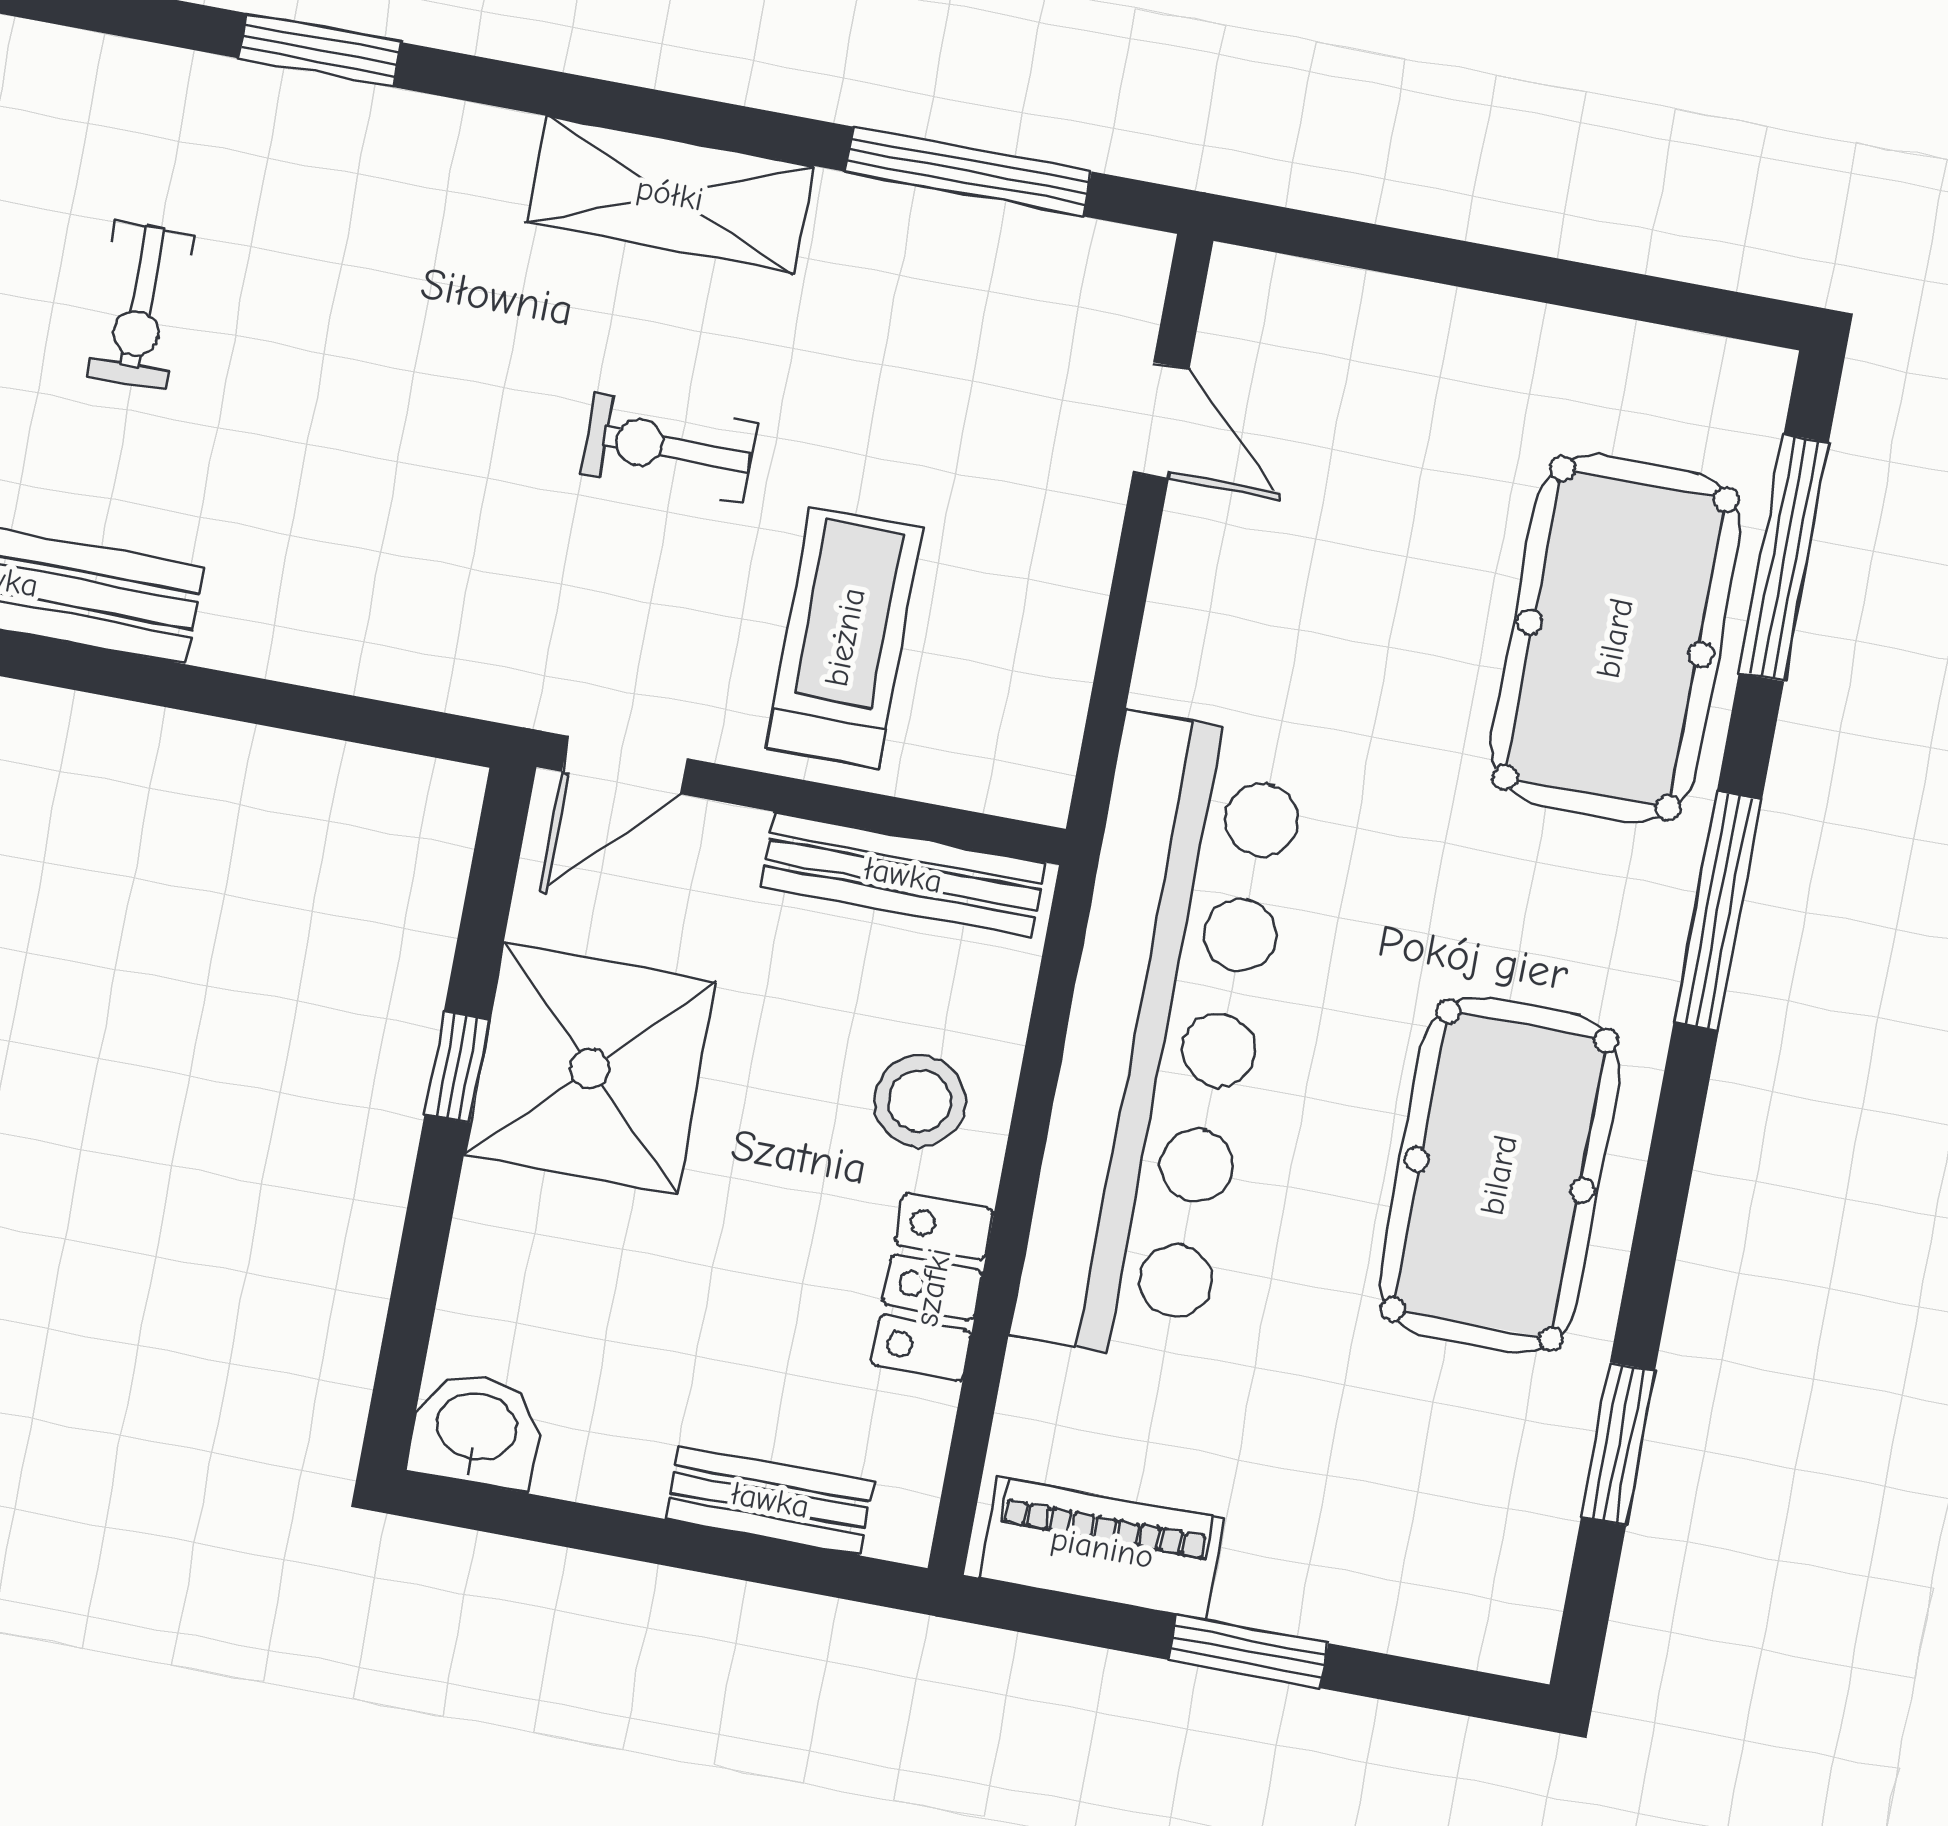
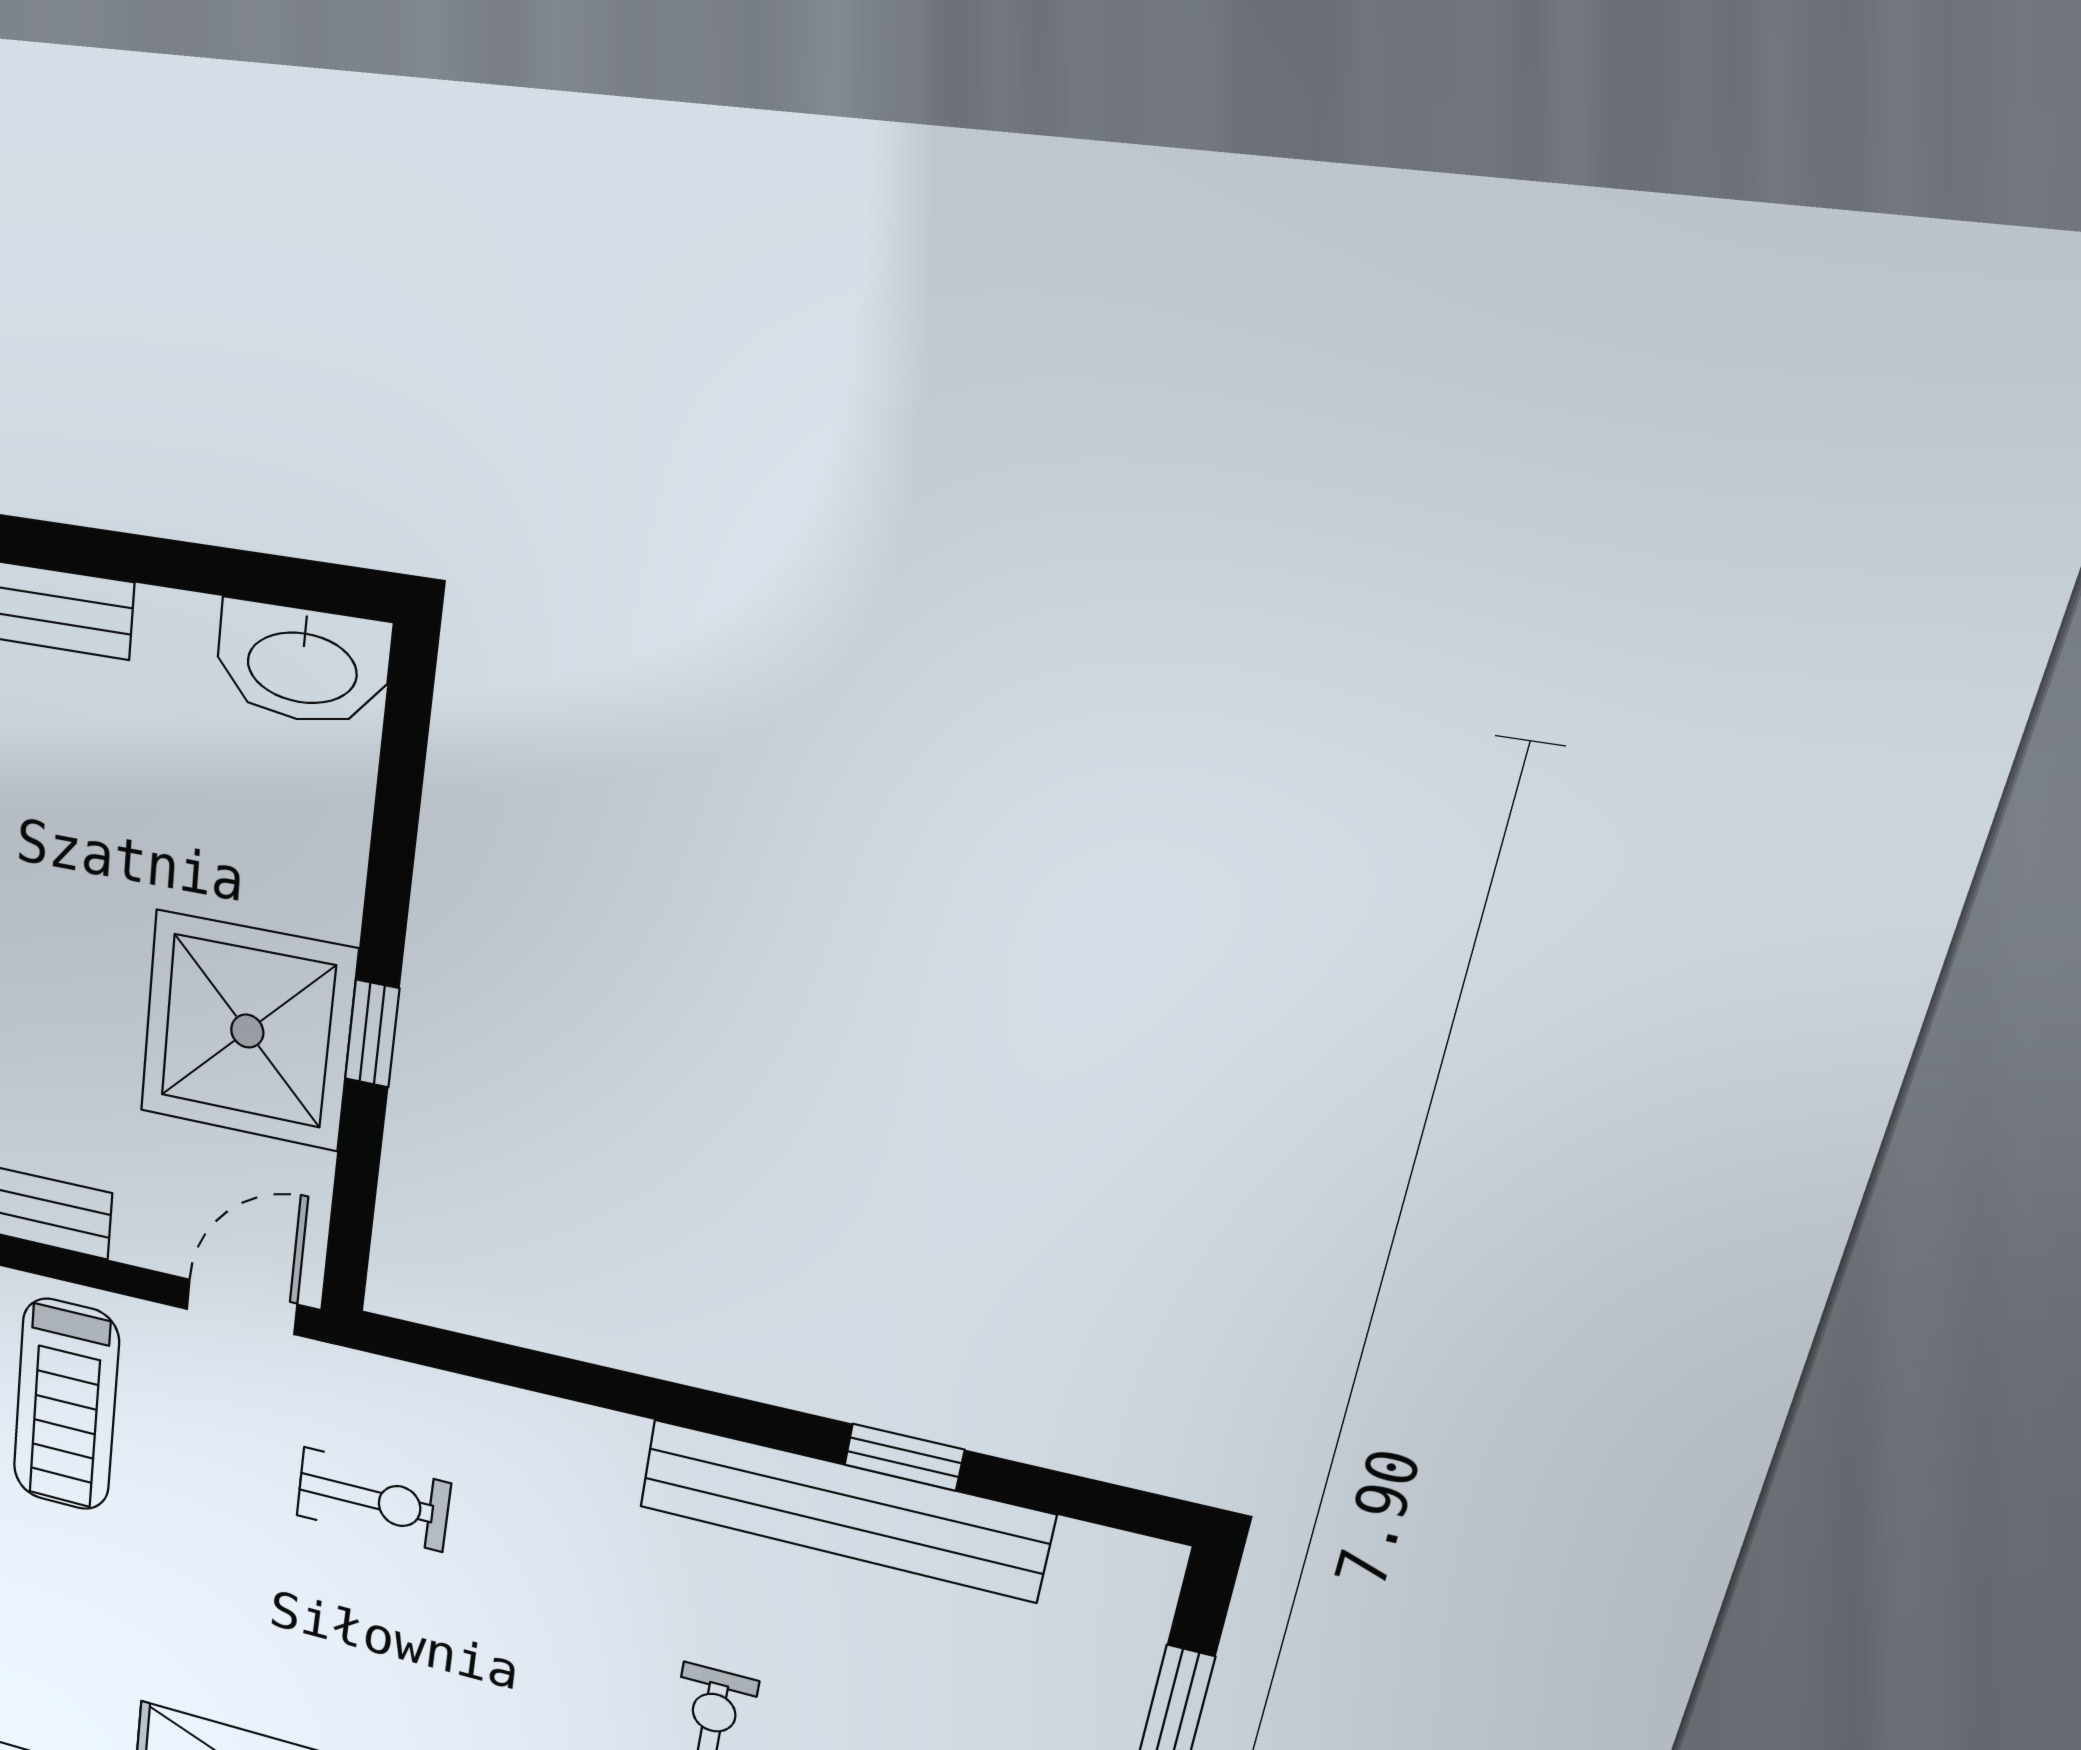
exercise bike: (669, 448) -> (373, 1499), moved
washbasin: (476, 1430) -> (302, 665), width x1.38

